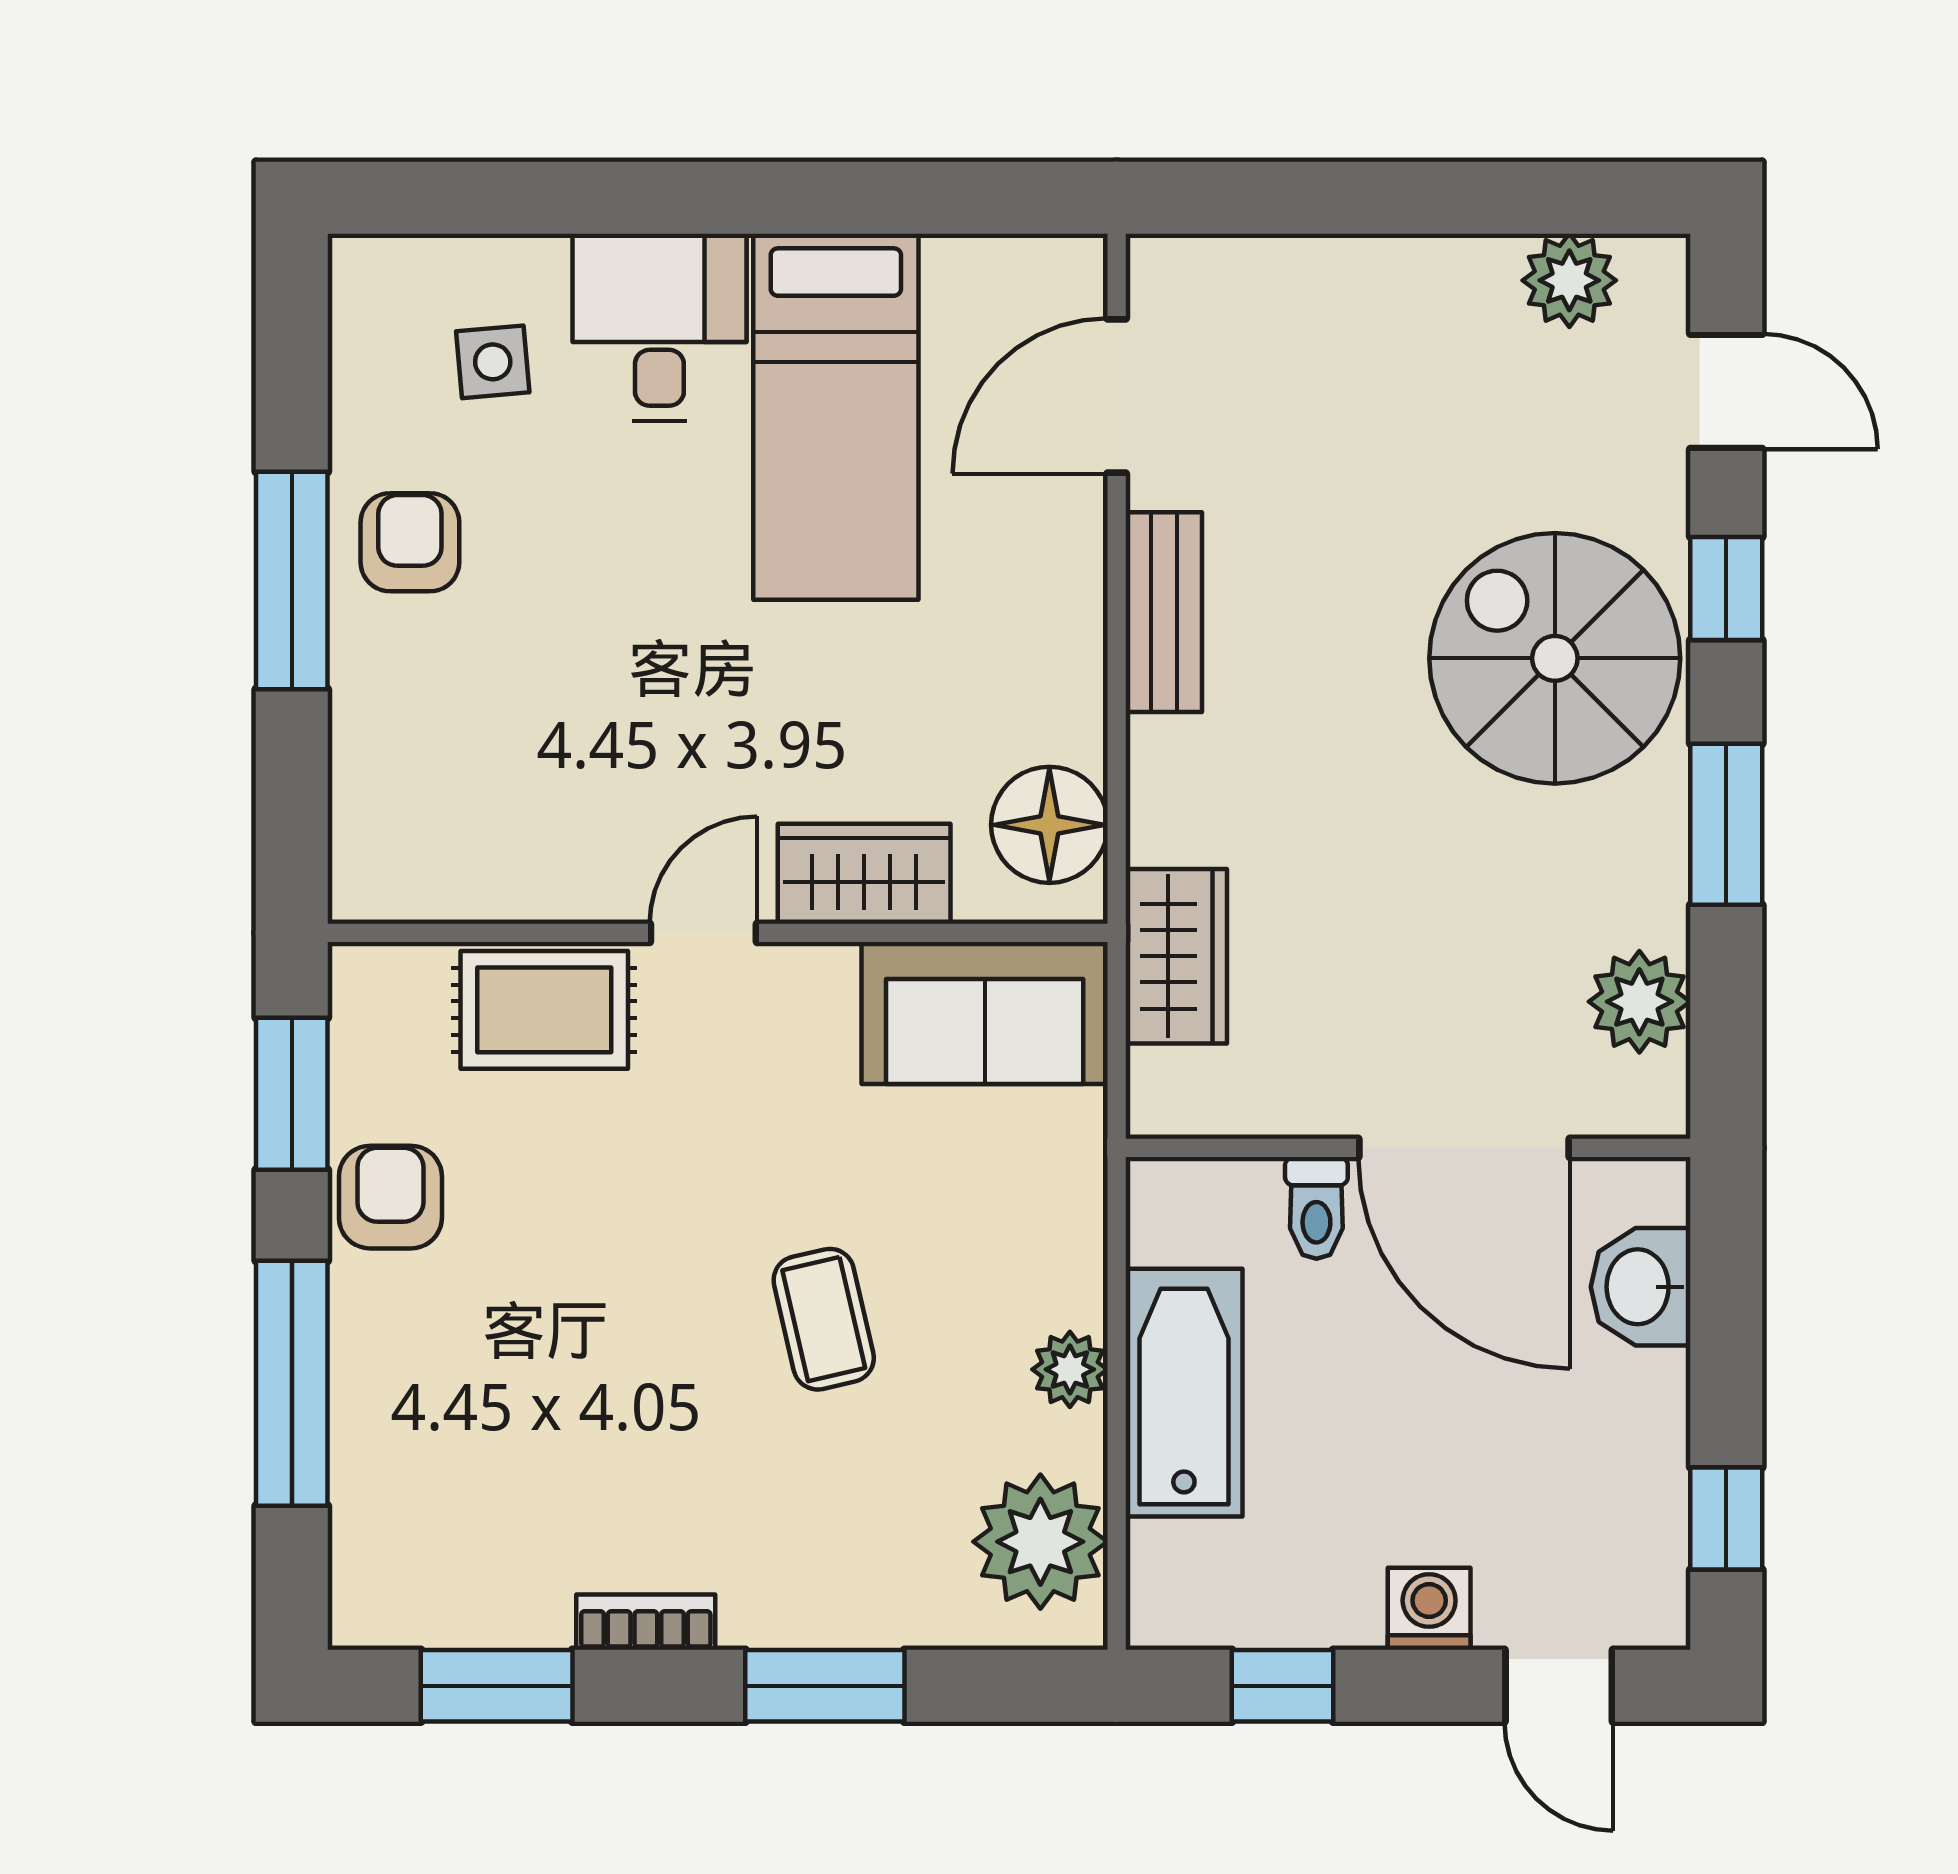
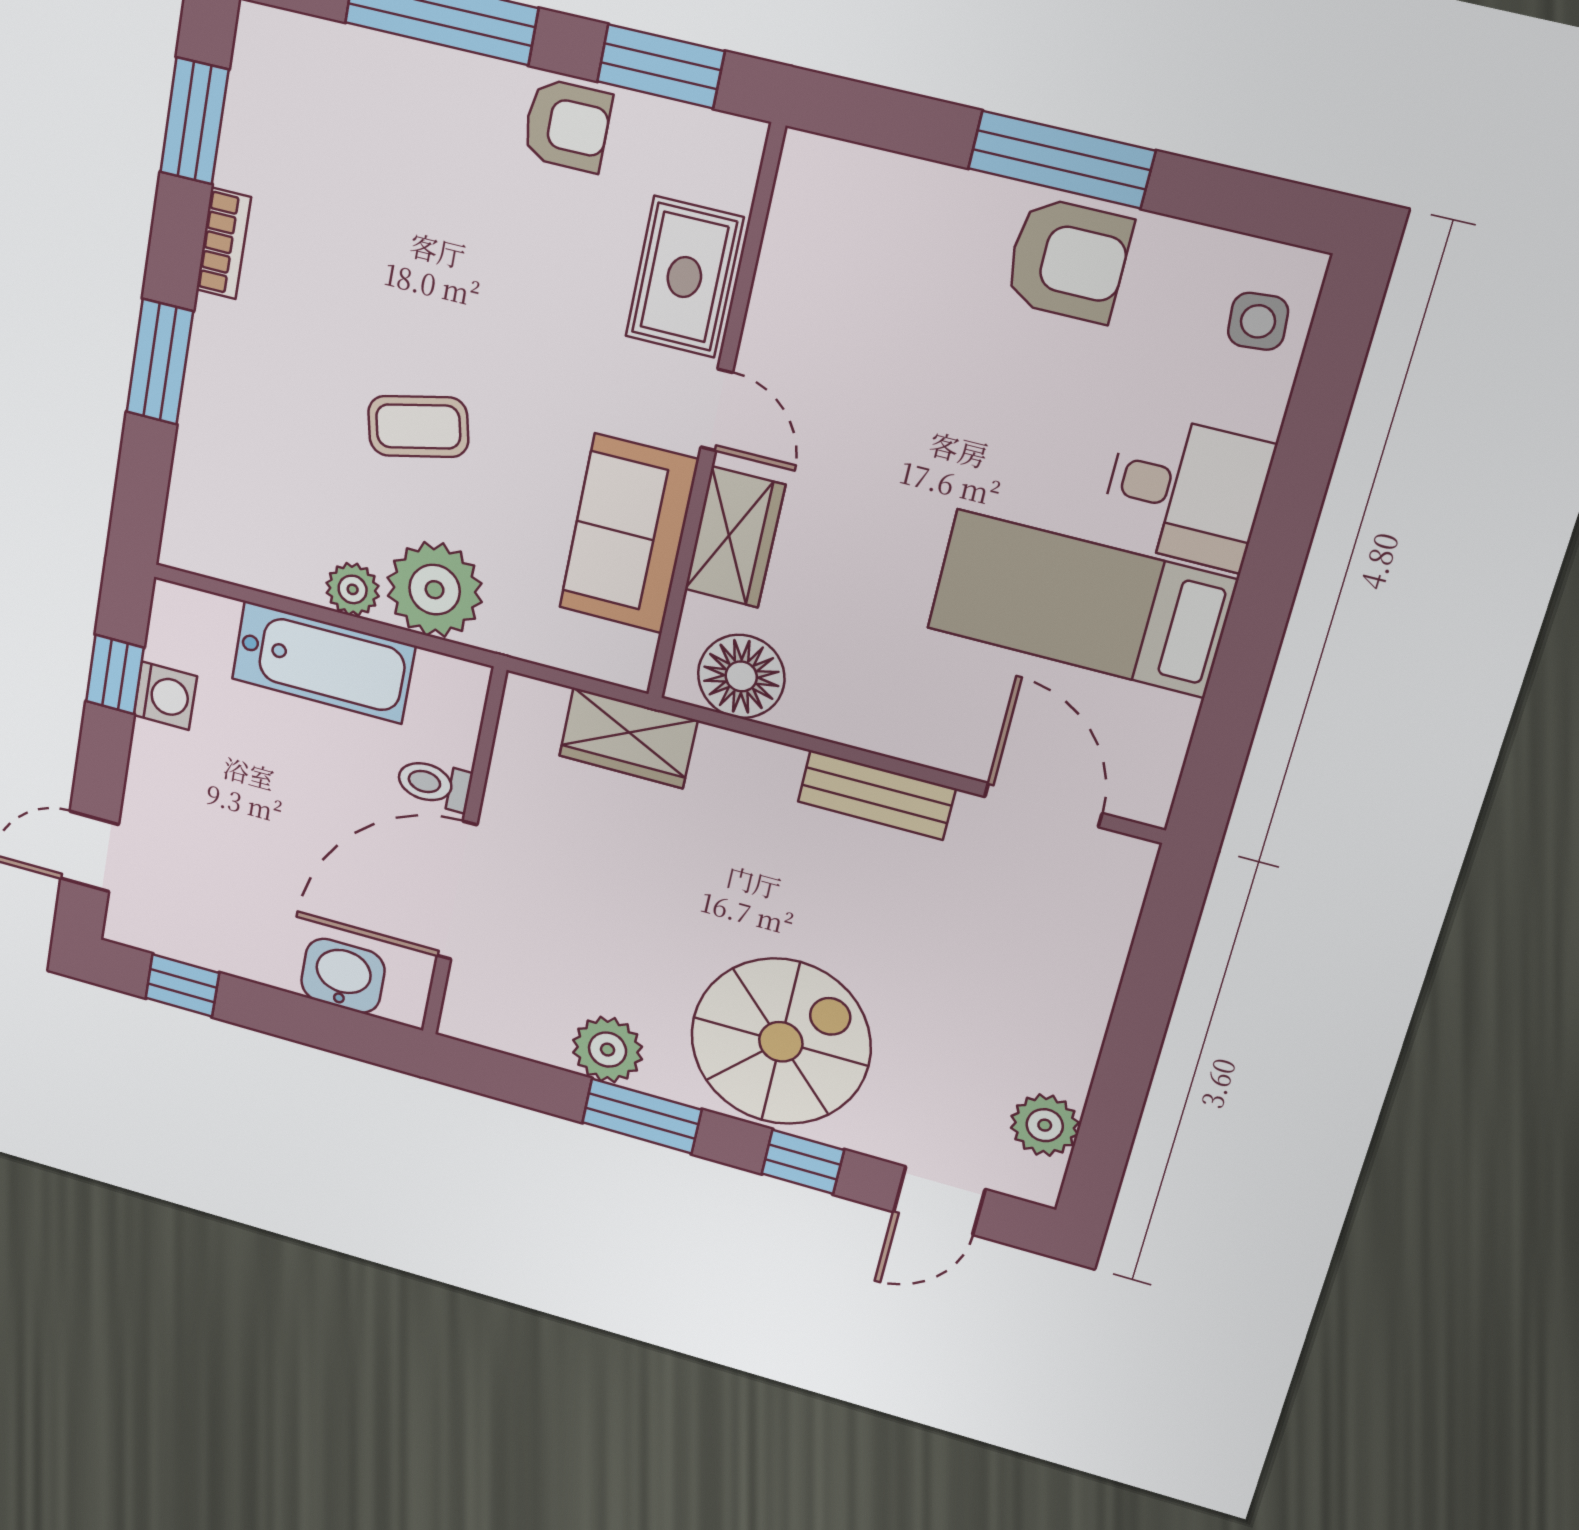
side table: (493, 362) -> (1258, 321), moved
armchair: (410, 542) -> (1068, 260), width x1.38, depth x1.38
plant: (1639, 1002) -> (608, 1050), moved
sofa: (985, 1013) -> (628, 534), moved
plant: (1040, 1542) -> (435, 590), moved
washing machine: (1429, 1609) -> (165, 696), moved

